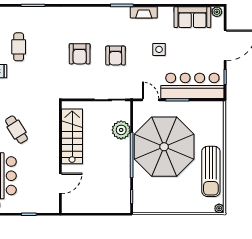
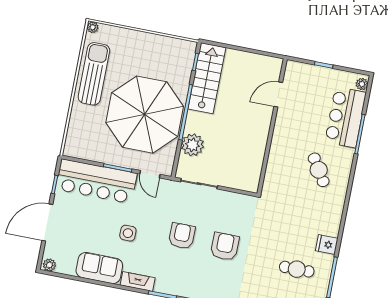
sofa: (192, 17) -> (99, 268), moved
cafe table: (19, 47) -> (297, 269), turned 90
stairs: (72, 136) -> (207, 78), moved, turned 180

